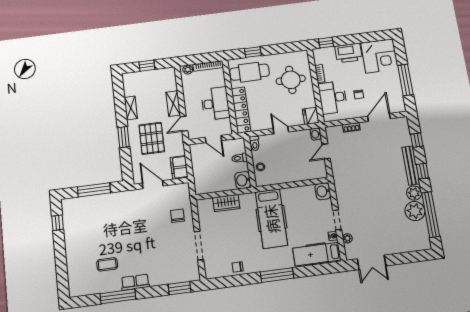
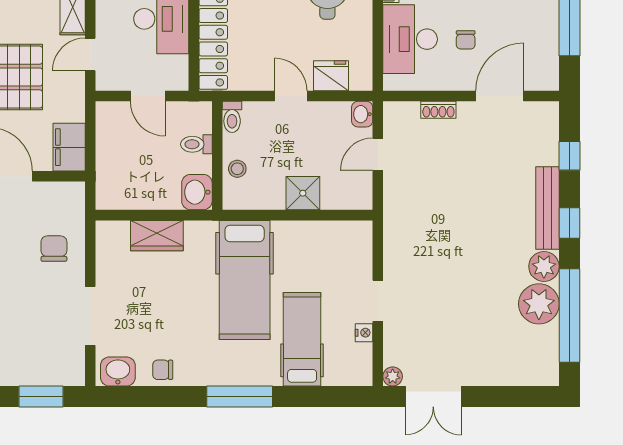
fridge: (311, 116) -> (331, 76), moved, turned 90
shower: (293, 174) -> (303, 193), added
washbasin: (323, 191) -> (118, 371), moved, turned 90
plant: (347, 238) -> (393, 376), moved
hospital bed: (317, 254) -> (302, 339), moved, turned 90

